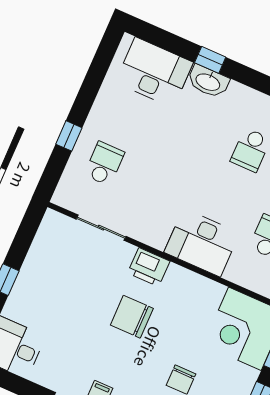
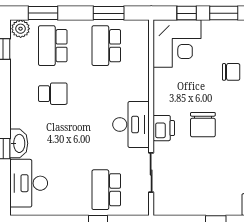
school desk: (104, 164) -> (106, 190), width x1.85
desk: (202, 243) -> (131, 125), moved

